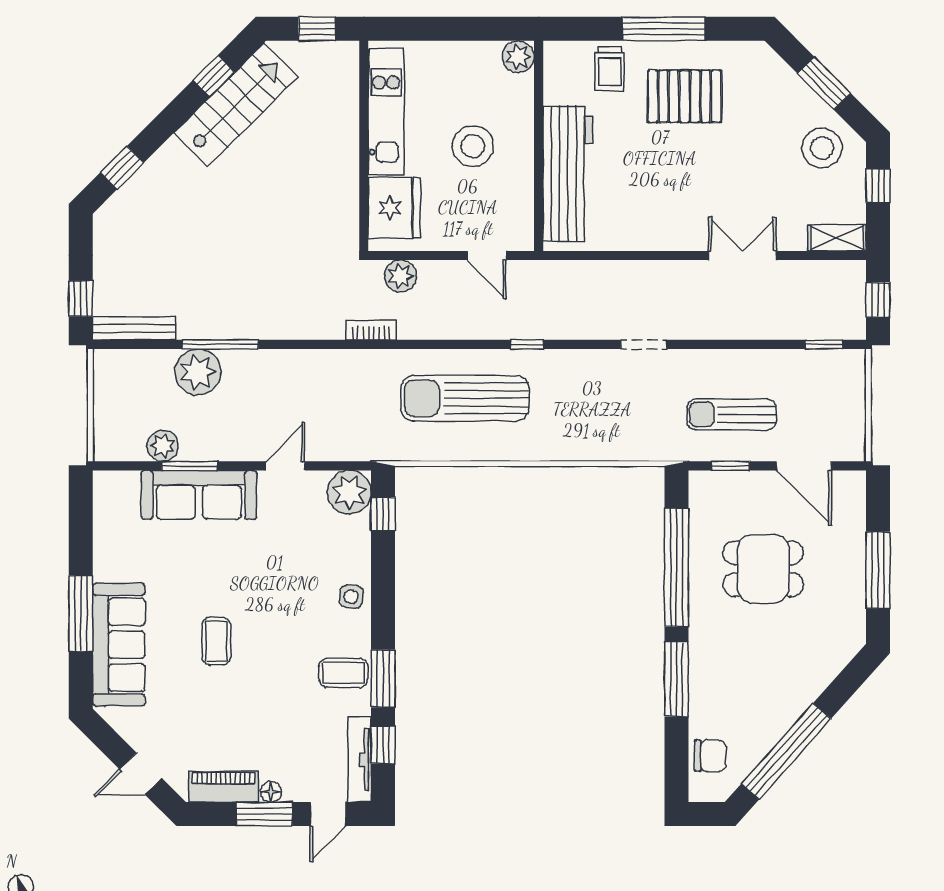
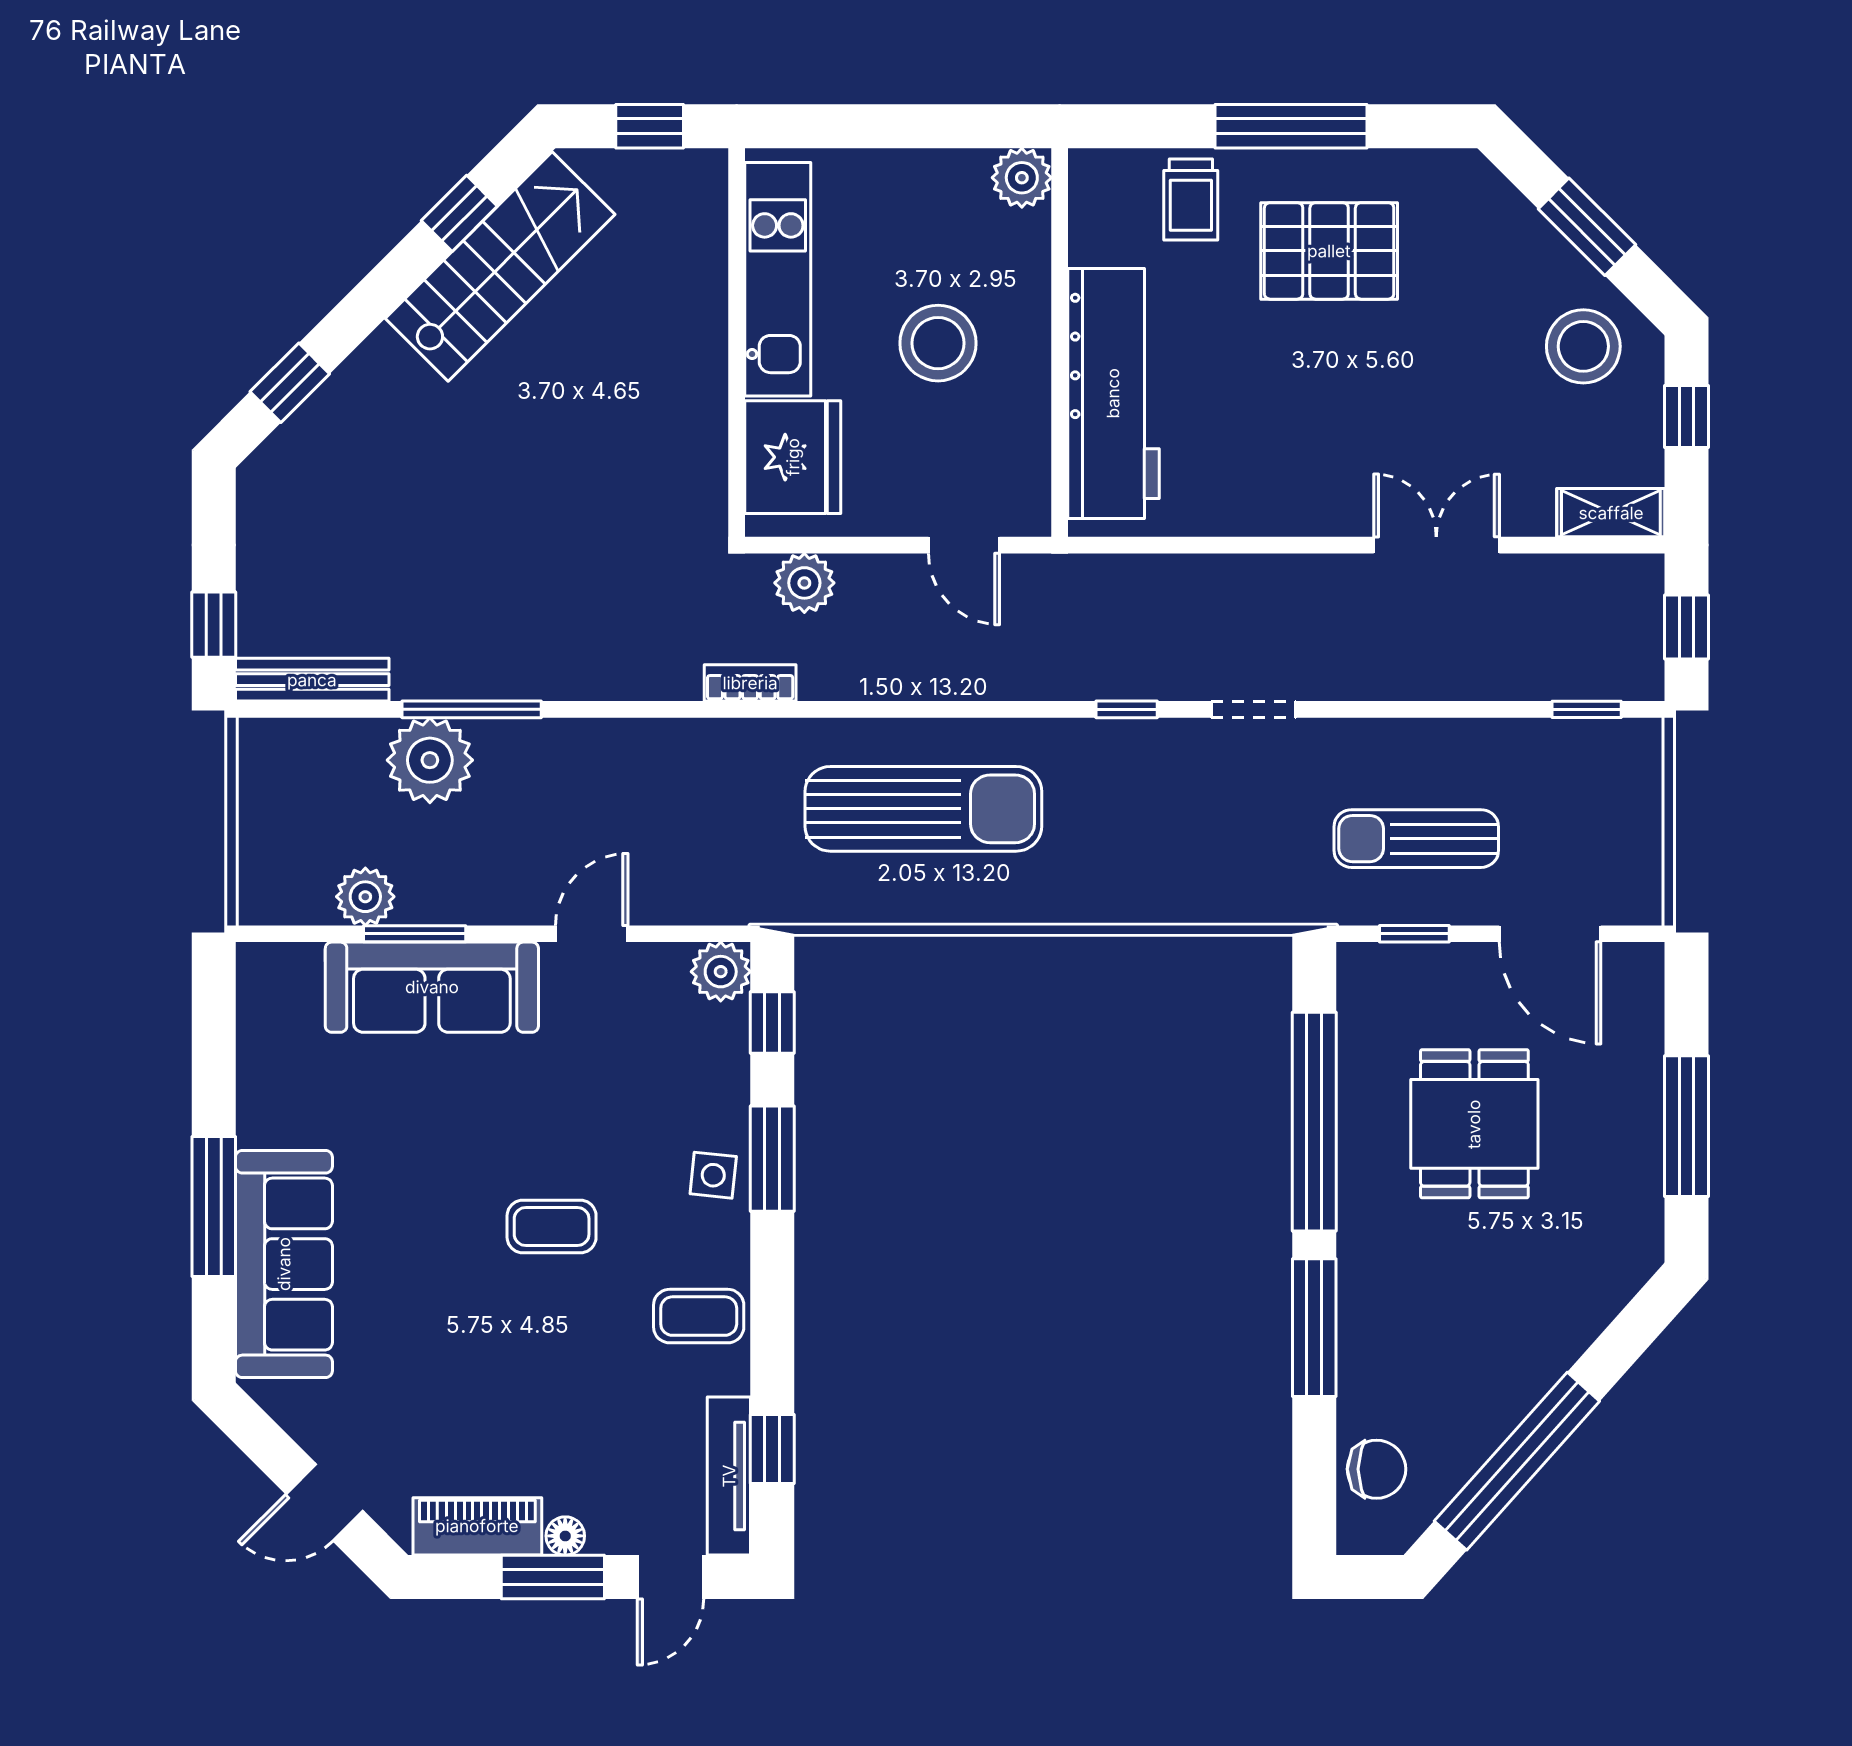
window: (527, 344) -> (1127, 709), moved
sun lounger: (465, 398) -> (923, 809), turned 180
plant: (349, 492) -> (721, 972), width x0.73, depth x0.73
dining table: (763, 569) -> (1474, 1124), turned 90
coffee table: (216, 641) -> (552, 1226), moved, turned 90
window: (383, 678) -> (772, 1159), moved

